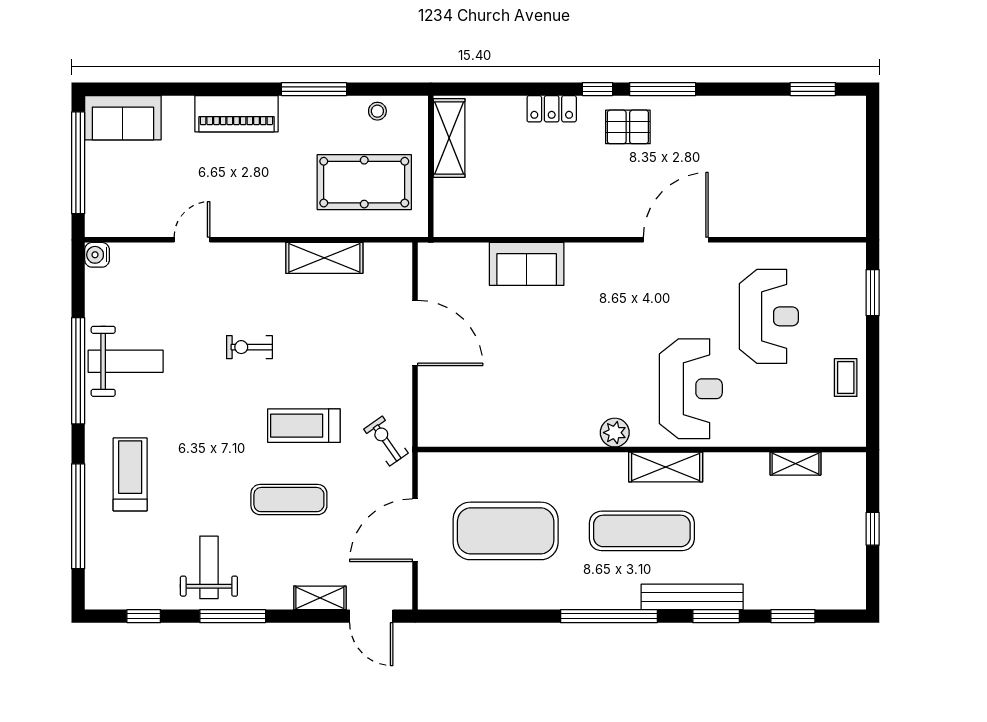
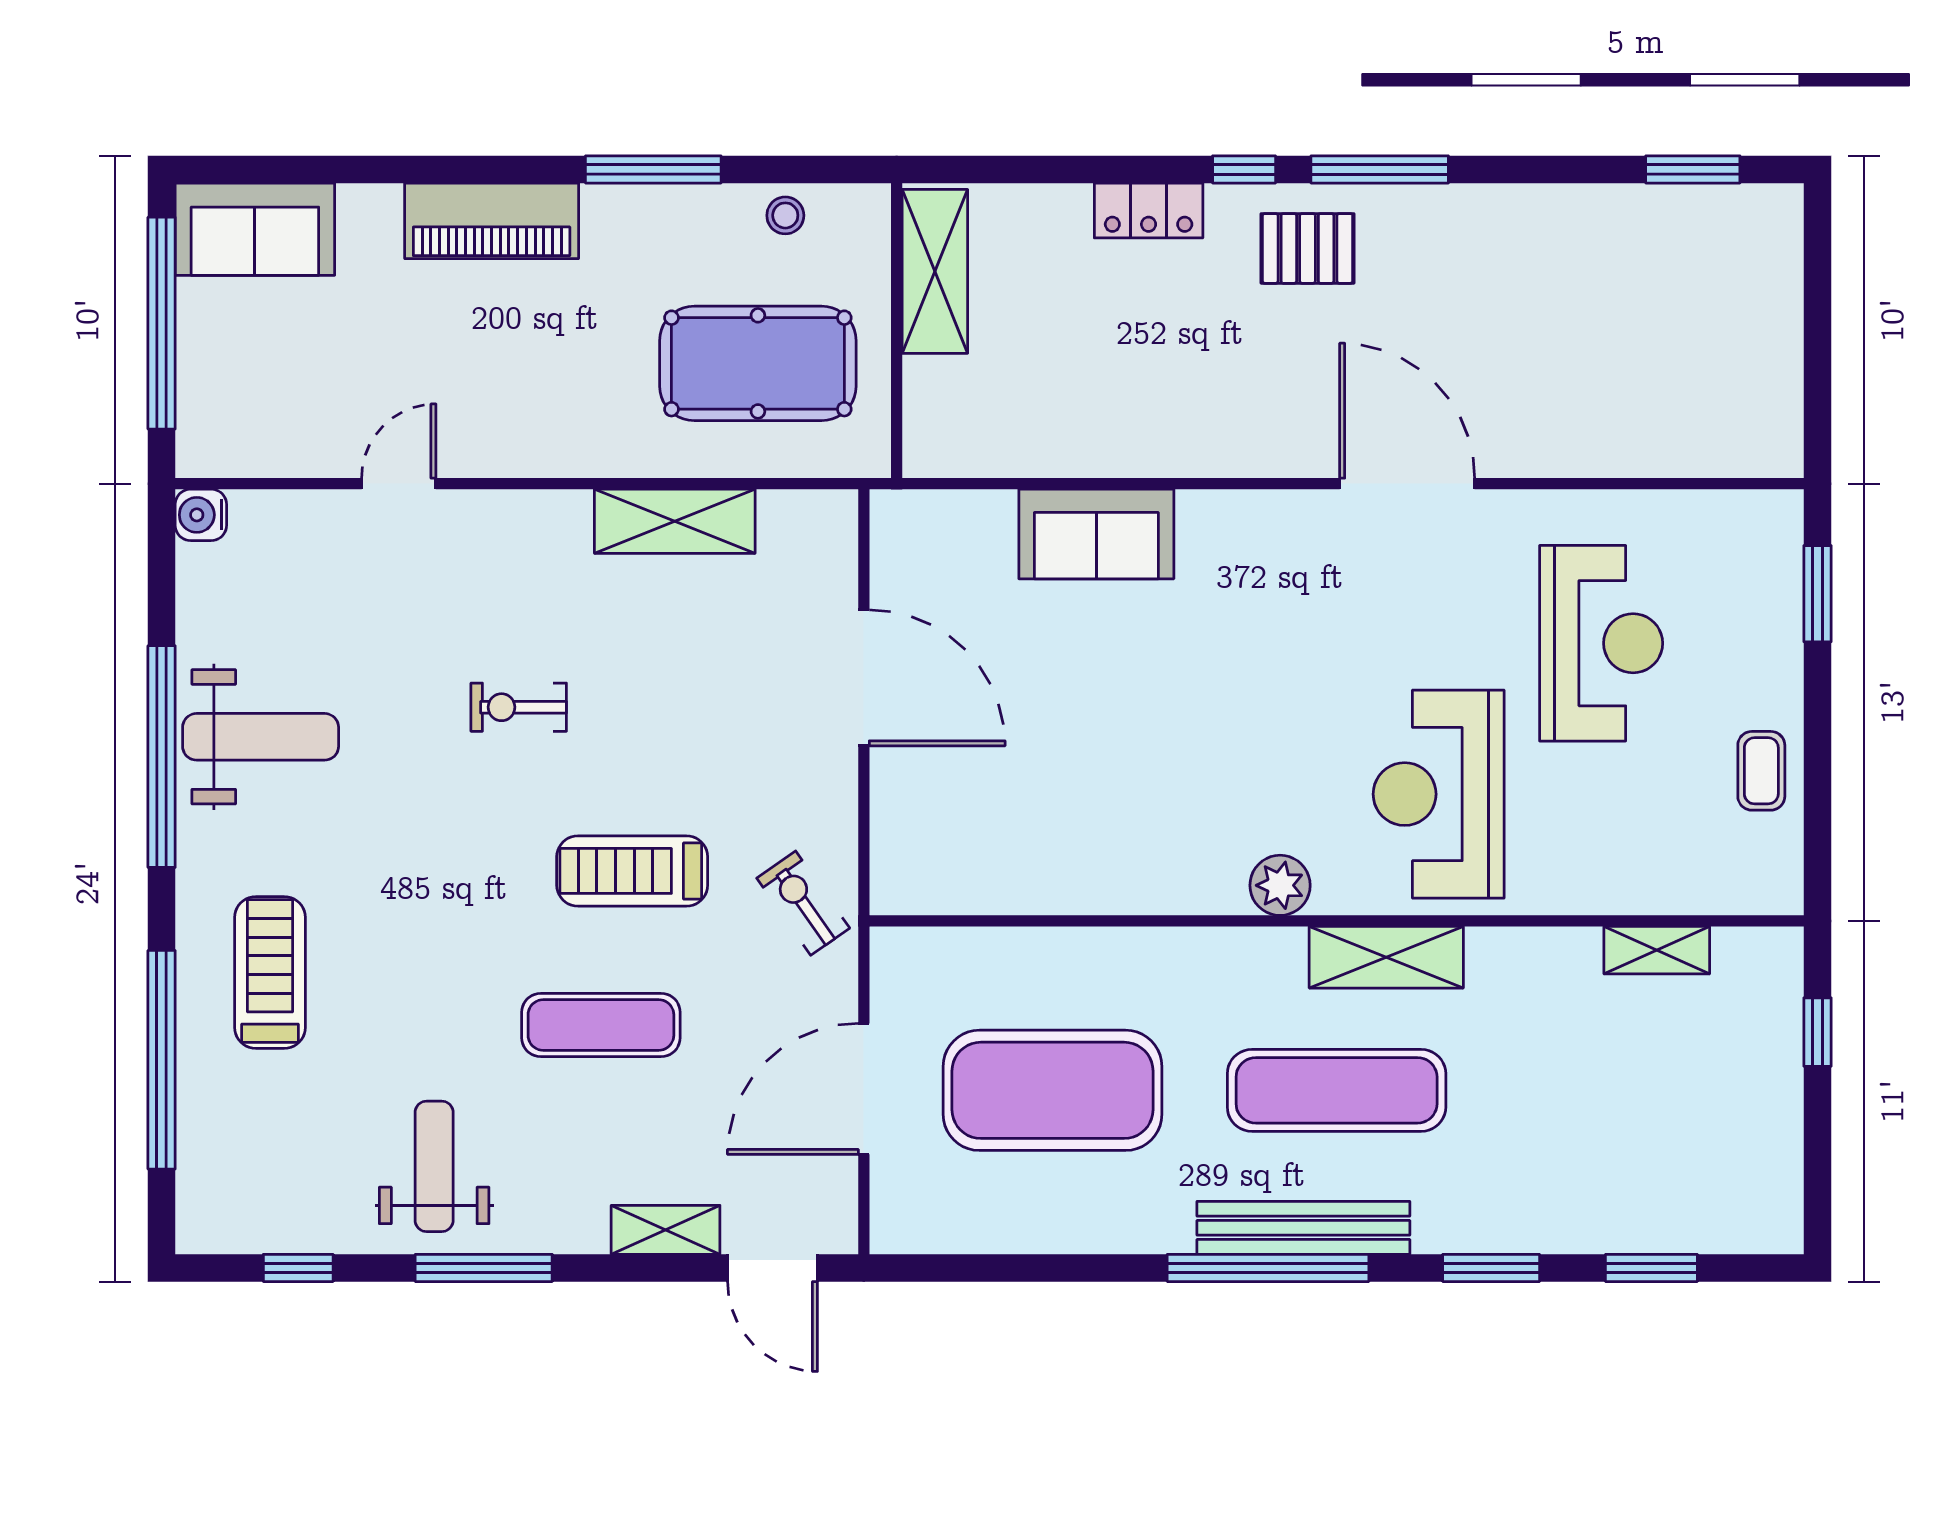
door: (676, 240) -> (1407, 484), hinge flipped
reception desk: (691, 389) -> (1439, 794), turned 180
window: (873, 529) -> (1818, 1032), moved
bench: (692, 597) -> (1303, 1228), moved

